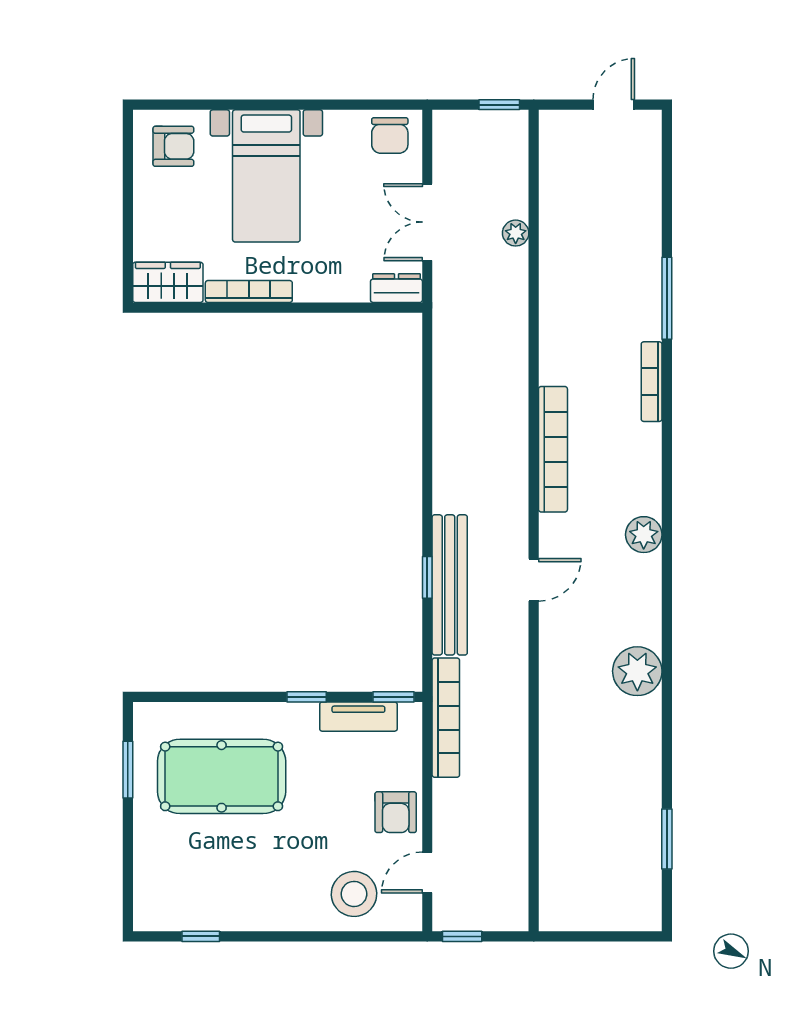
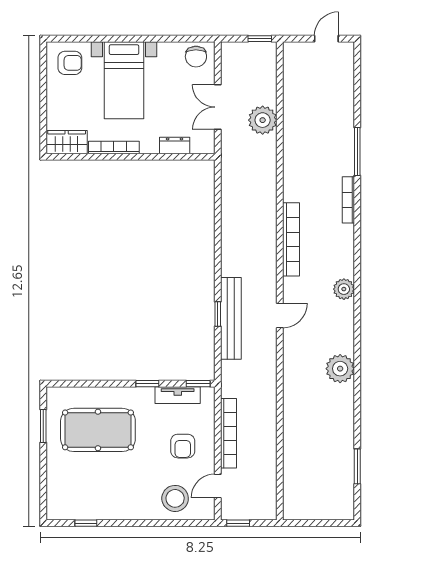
plant: (516, 233) -> (263, 120), width x1.87, depth x1.87
dresser: (396, 288) -> (175, 145), moved
bookcase: (446, 718) -> (229, 433), moved
armchair: (396, 812) -> (183, 446), moved

